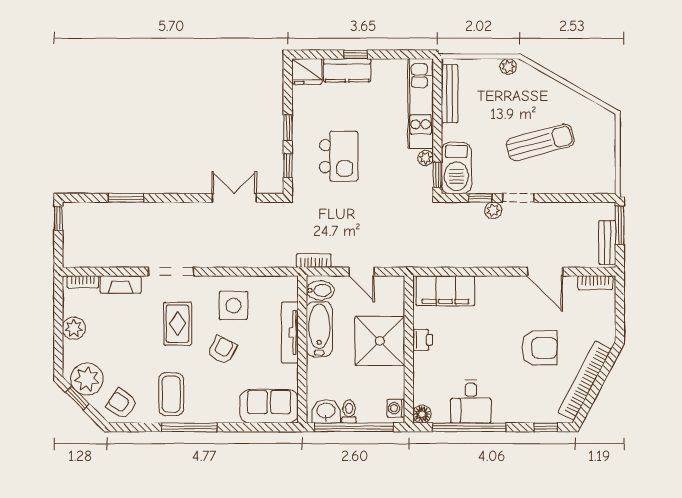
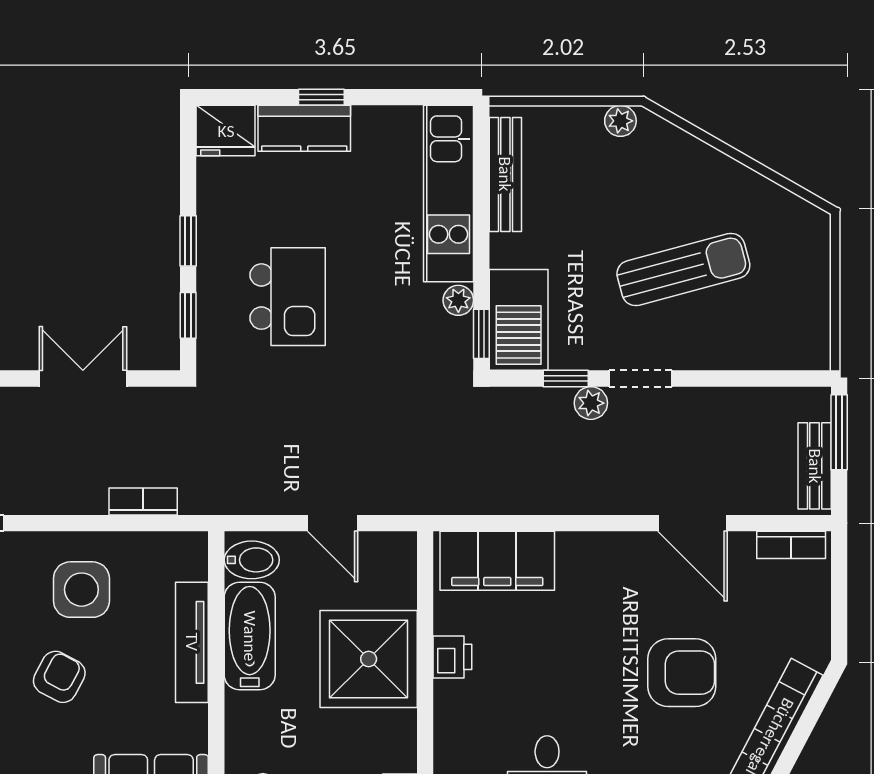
bookcase: (314, 261) -> (143, 502), moved

